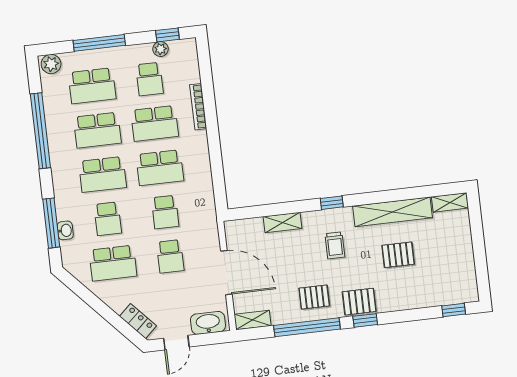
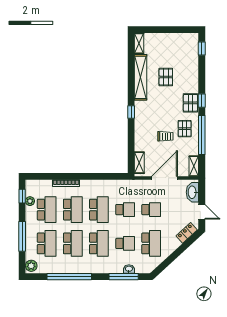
school desk: (149, 79) -> (47, 210), width x1.85
shelving: (283, 223) -> (139, 163), moved
trolley: (335, 245) -> (165, 136), moved

